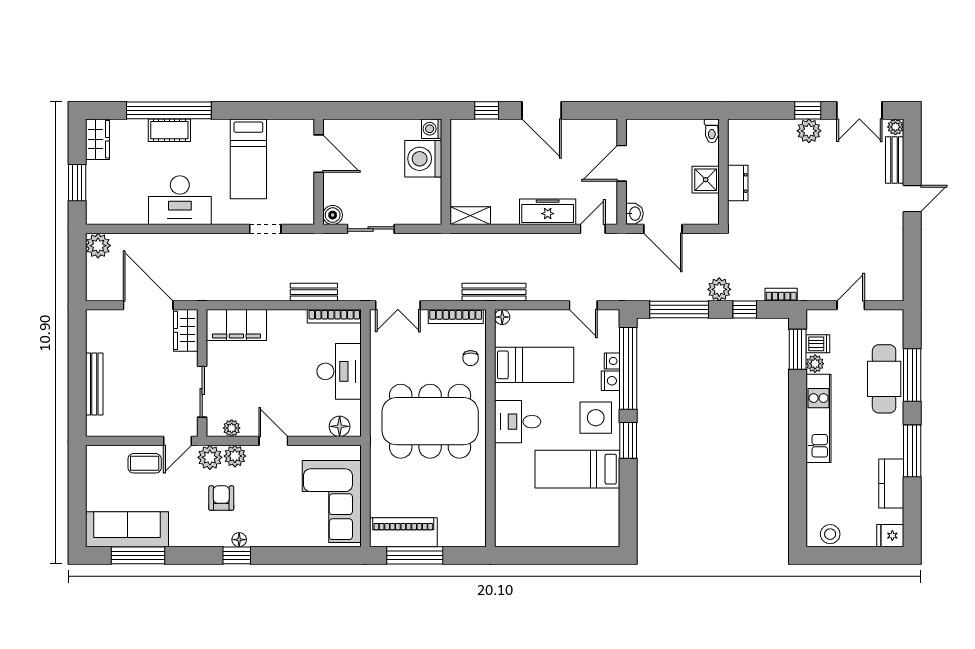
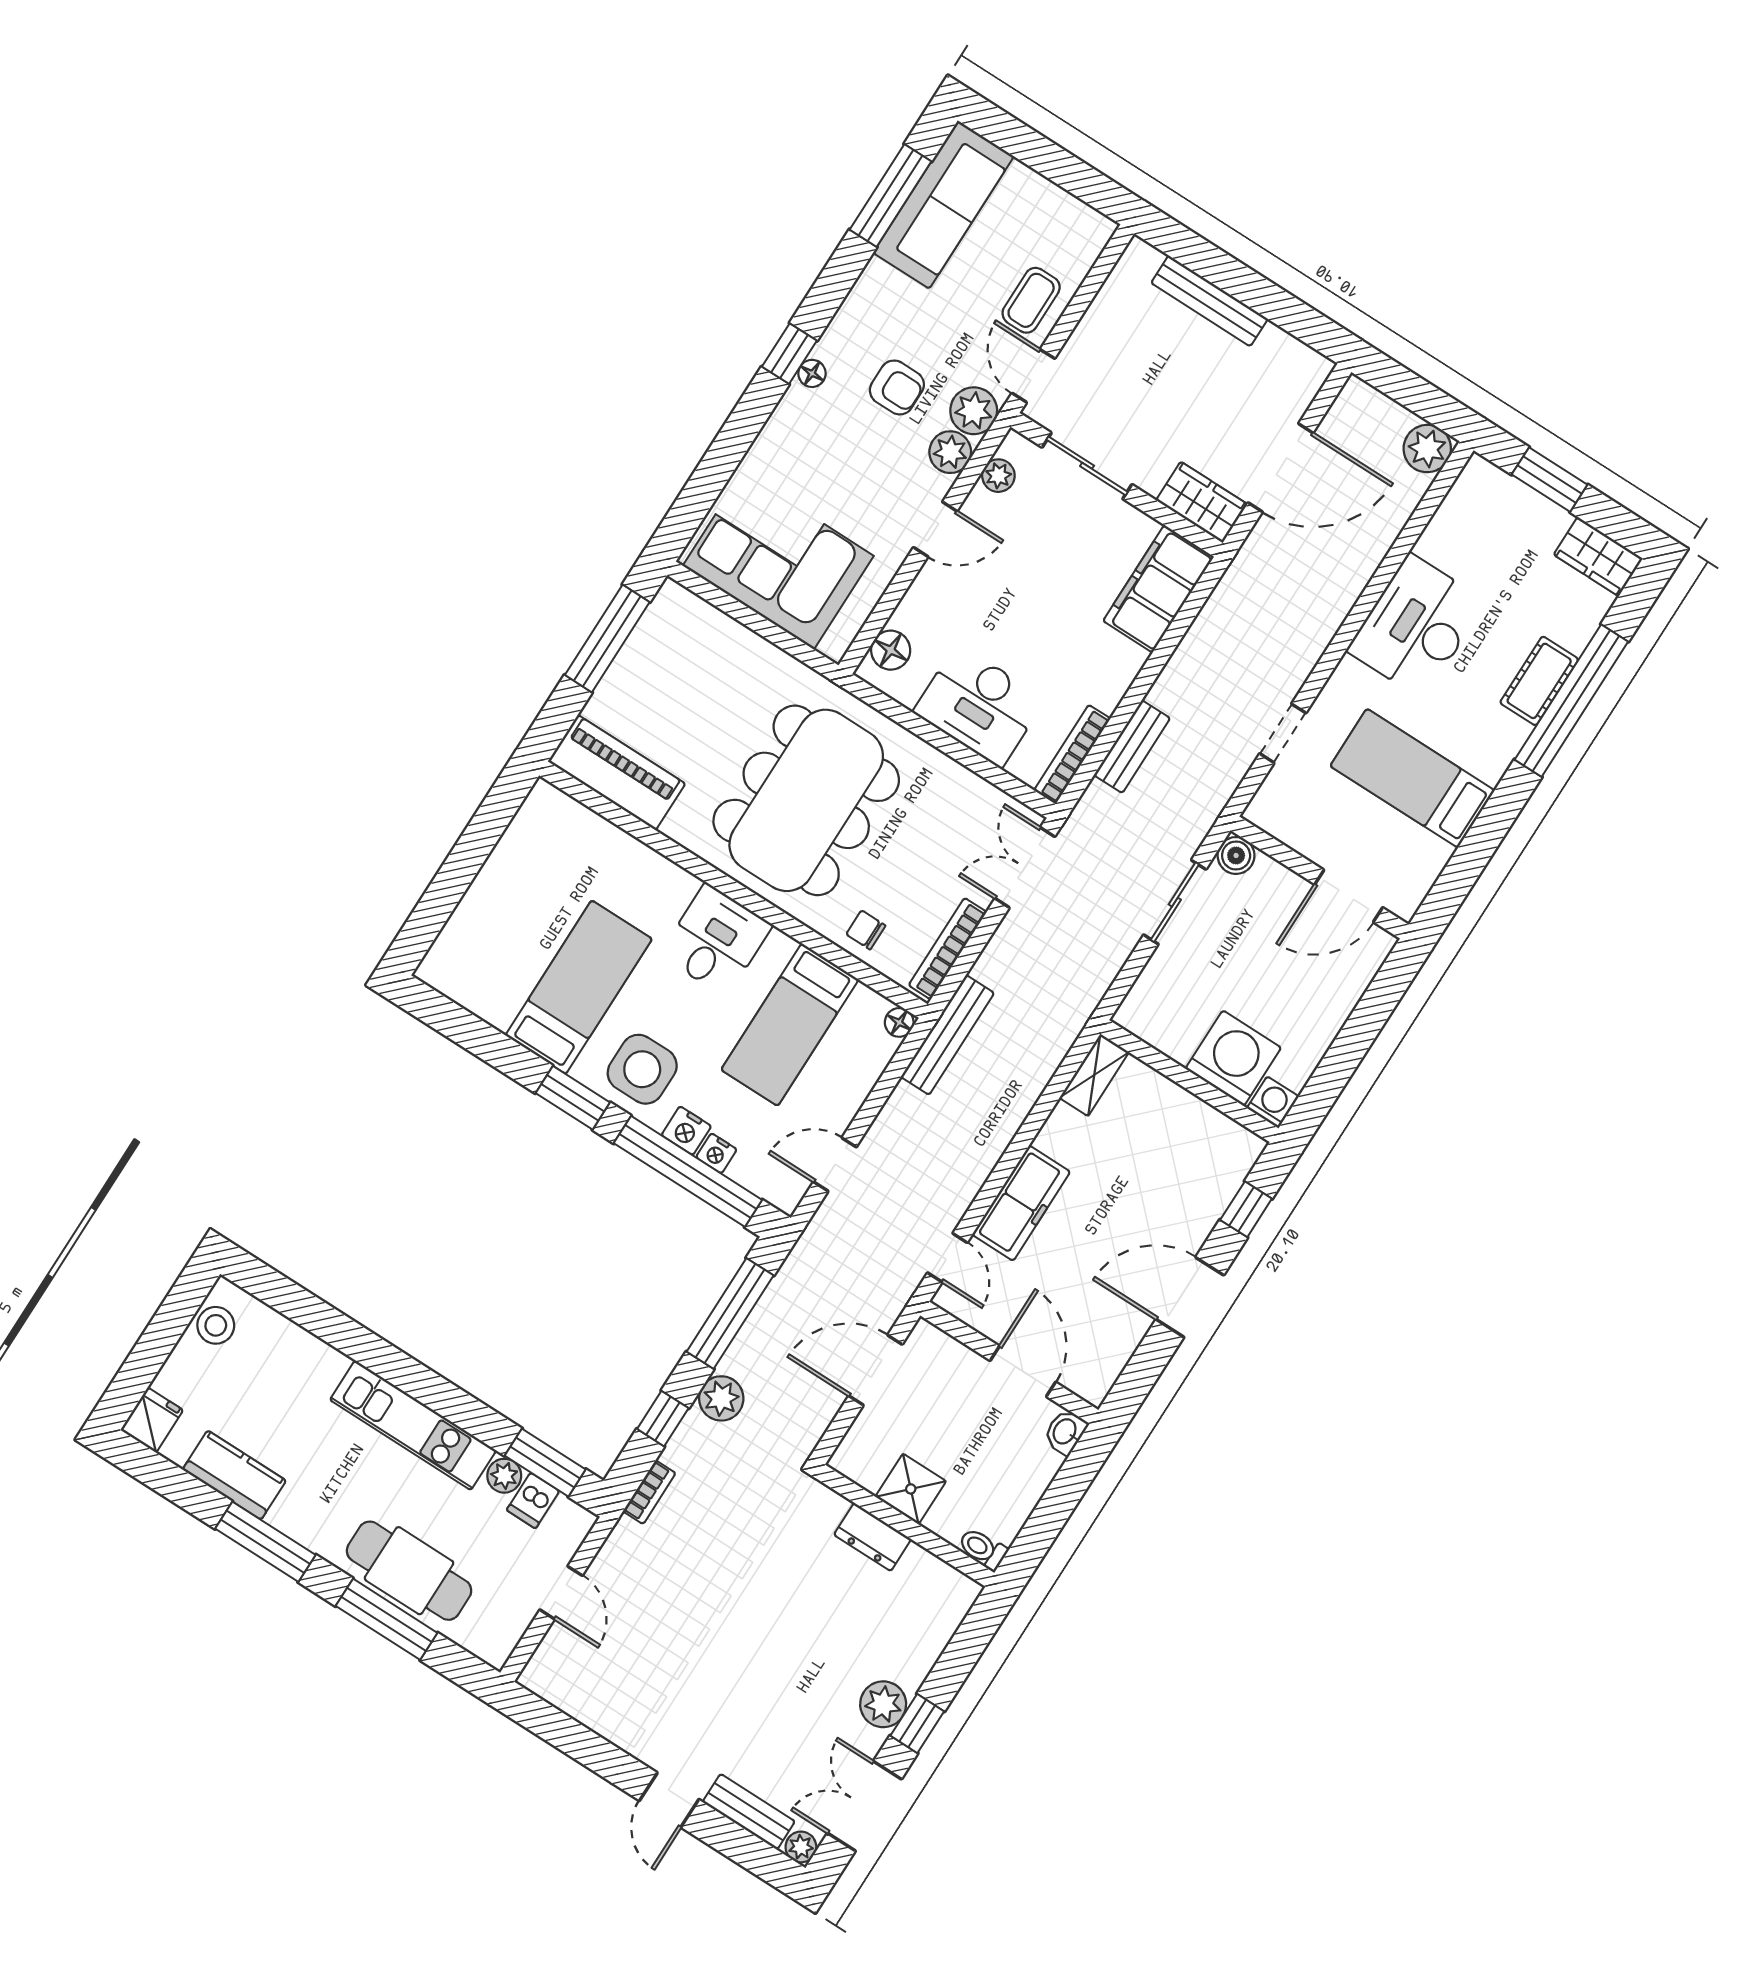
washbasin: (634, 214) -> (1065, 1432), moved, turned 90
piano: (403, 532) -> (617, 773), moved, turned -90

